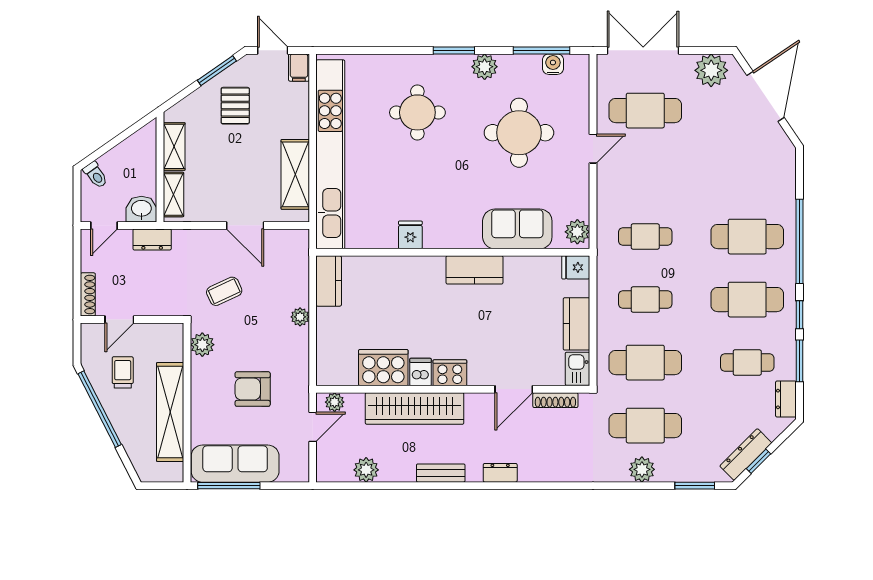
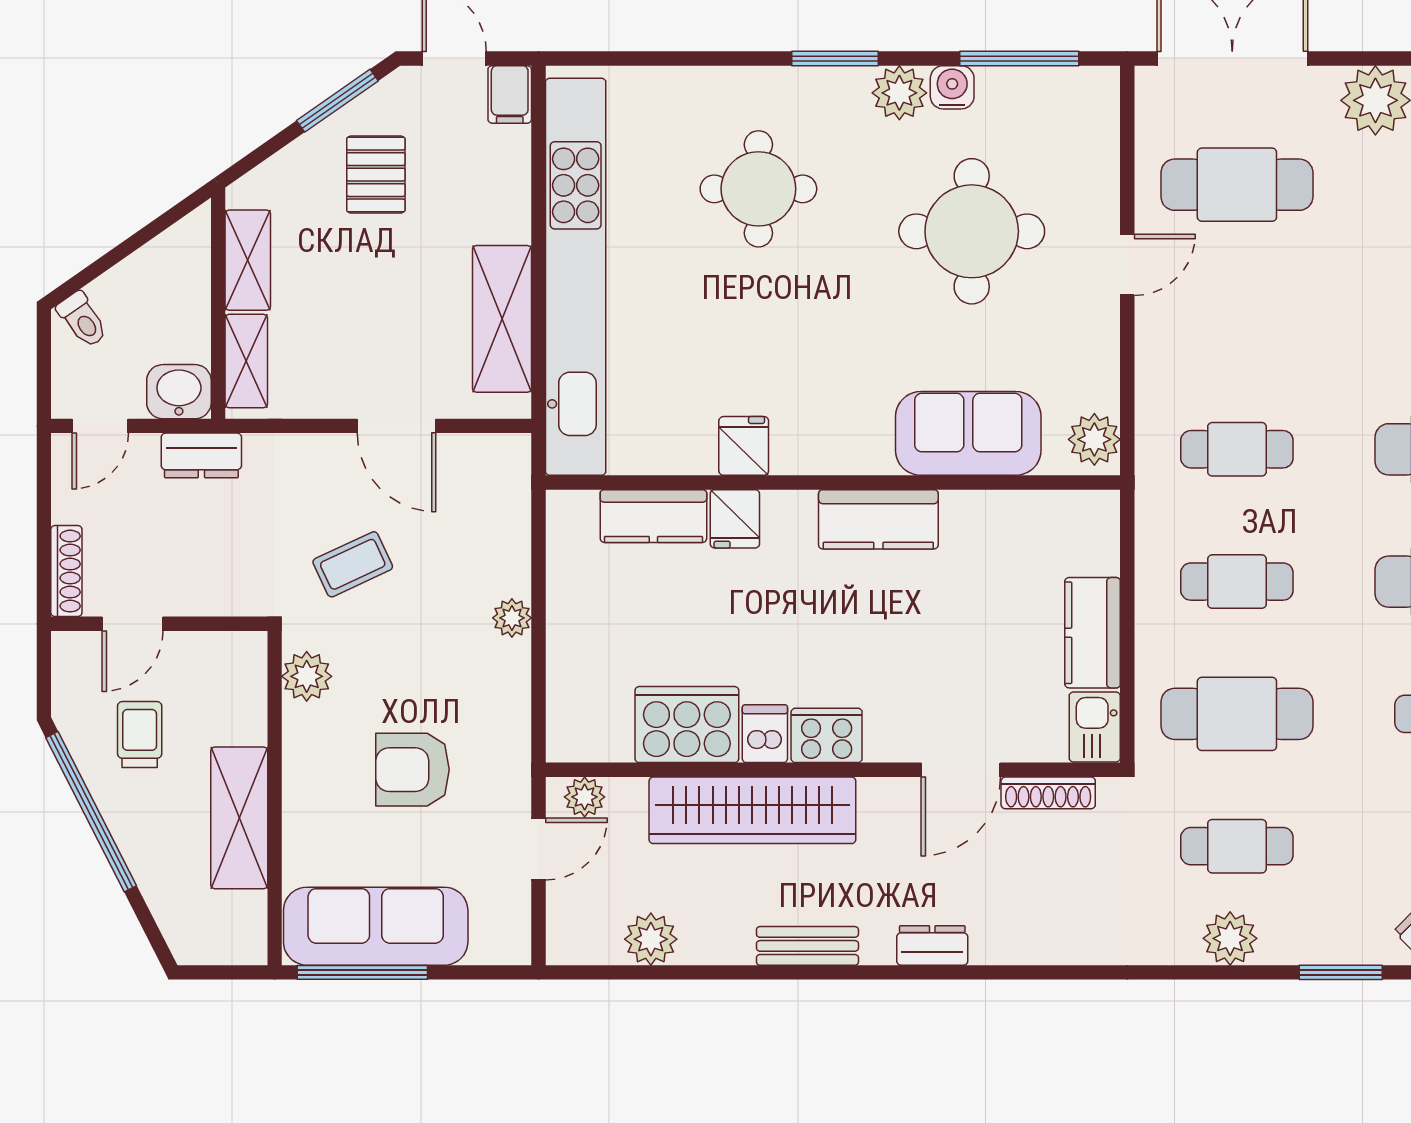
water cooler: (553, 64) -> (952, 87), moved
fridge: (576, 267) -> (735, 519), moved, turned -90
kitchen counter: (329, 281) -> (653, 516), moved, turned 90
shelving: (170, 412) -> (239, 818), width x0.68
cafe table: (645, 426) -> (1237, 846), width x0.73, depth x0.74

